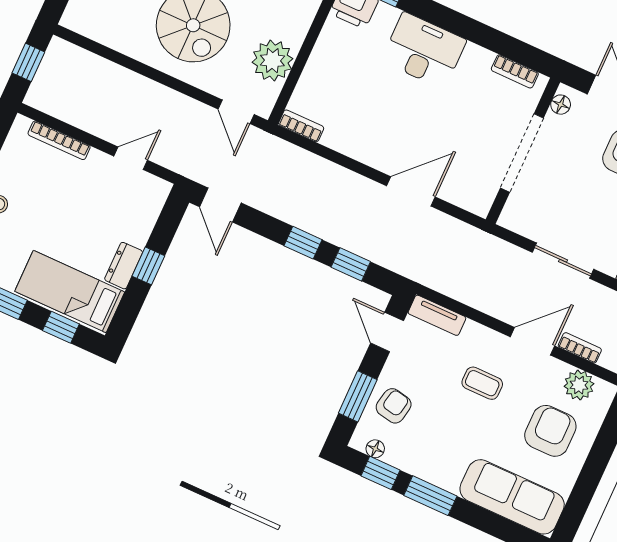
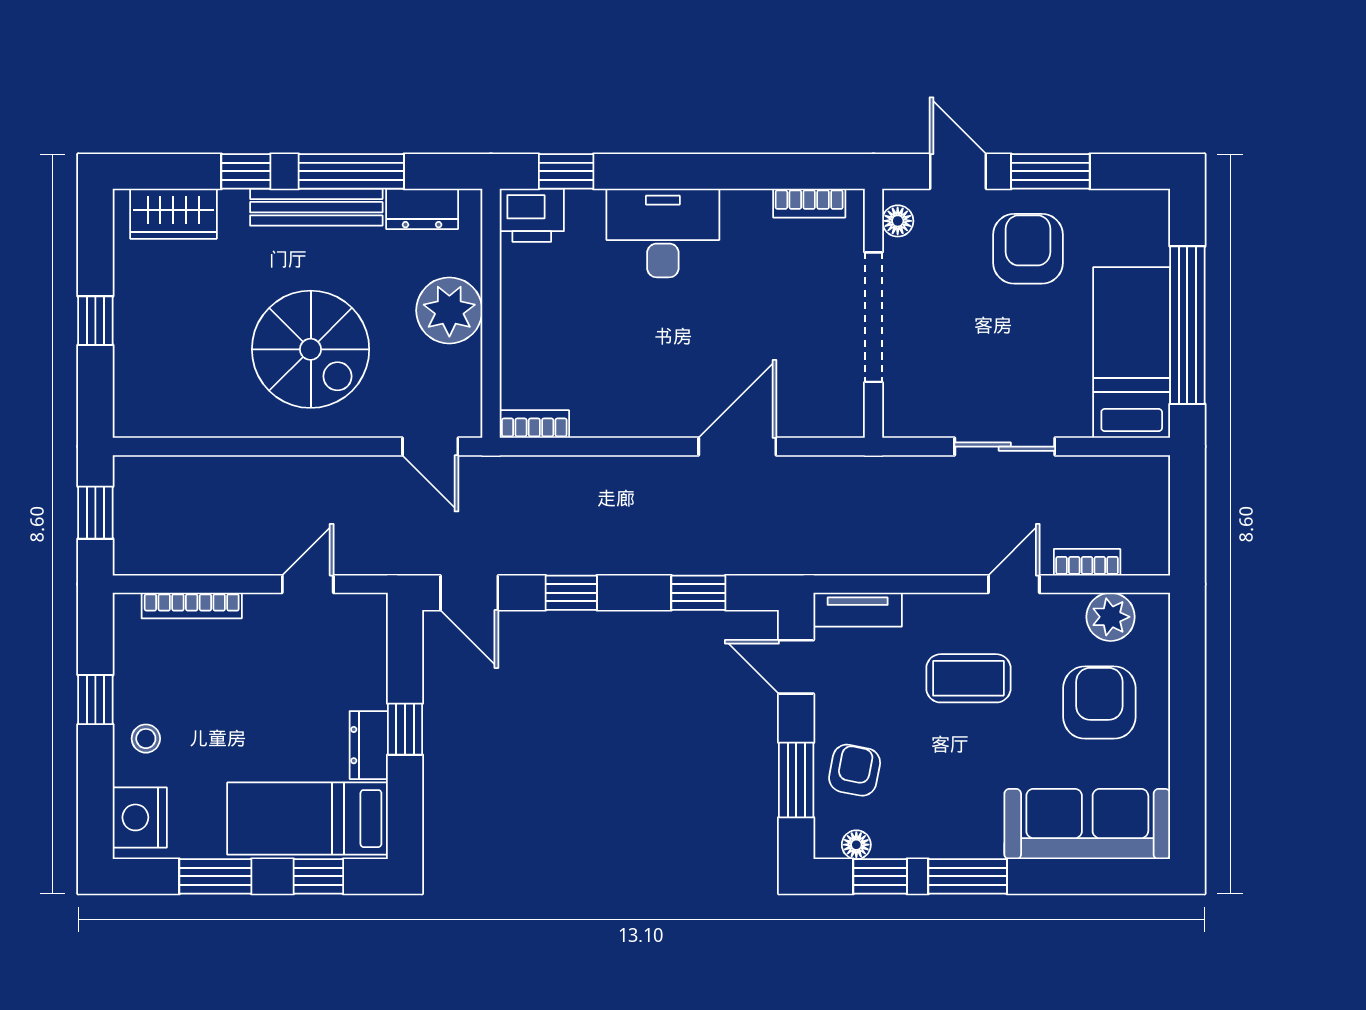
plant: (272, 61) -> (449, 310), moved
window: (303, 243) -> (571, 593), moved
door: (532, 341) -> (1014, 584), width x0.73
coffee table: (482, 383) -> (968, 678), width x1.36, depth x1.30

